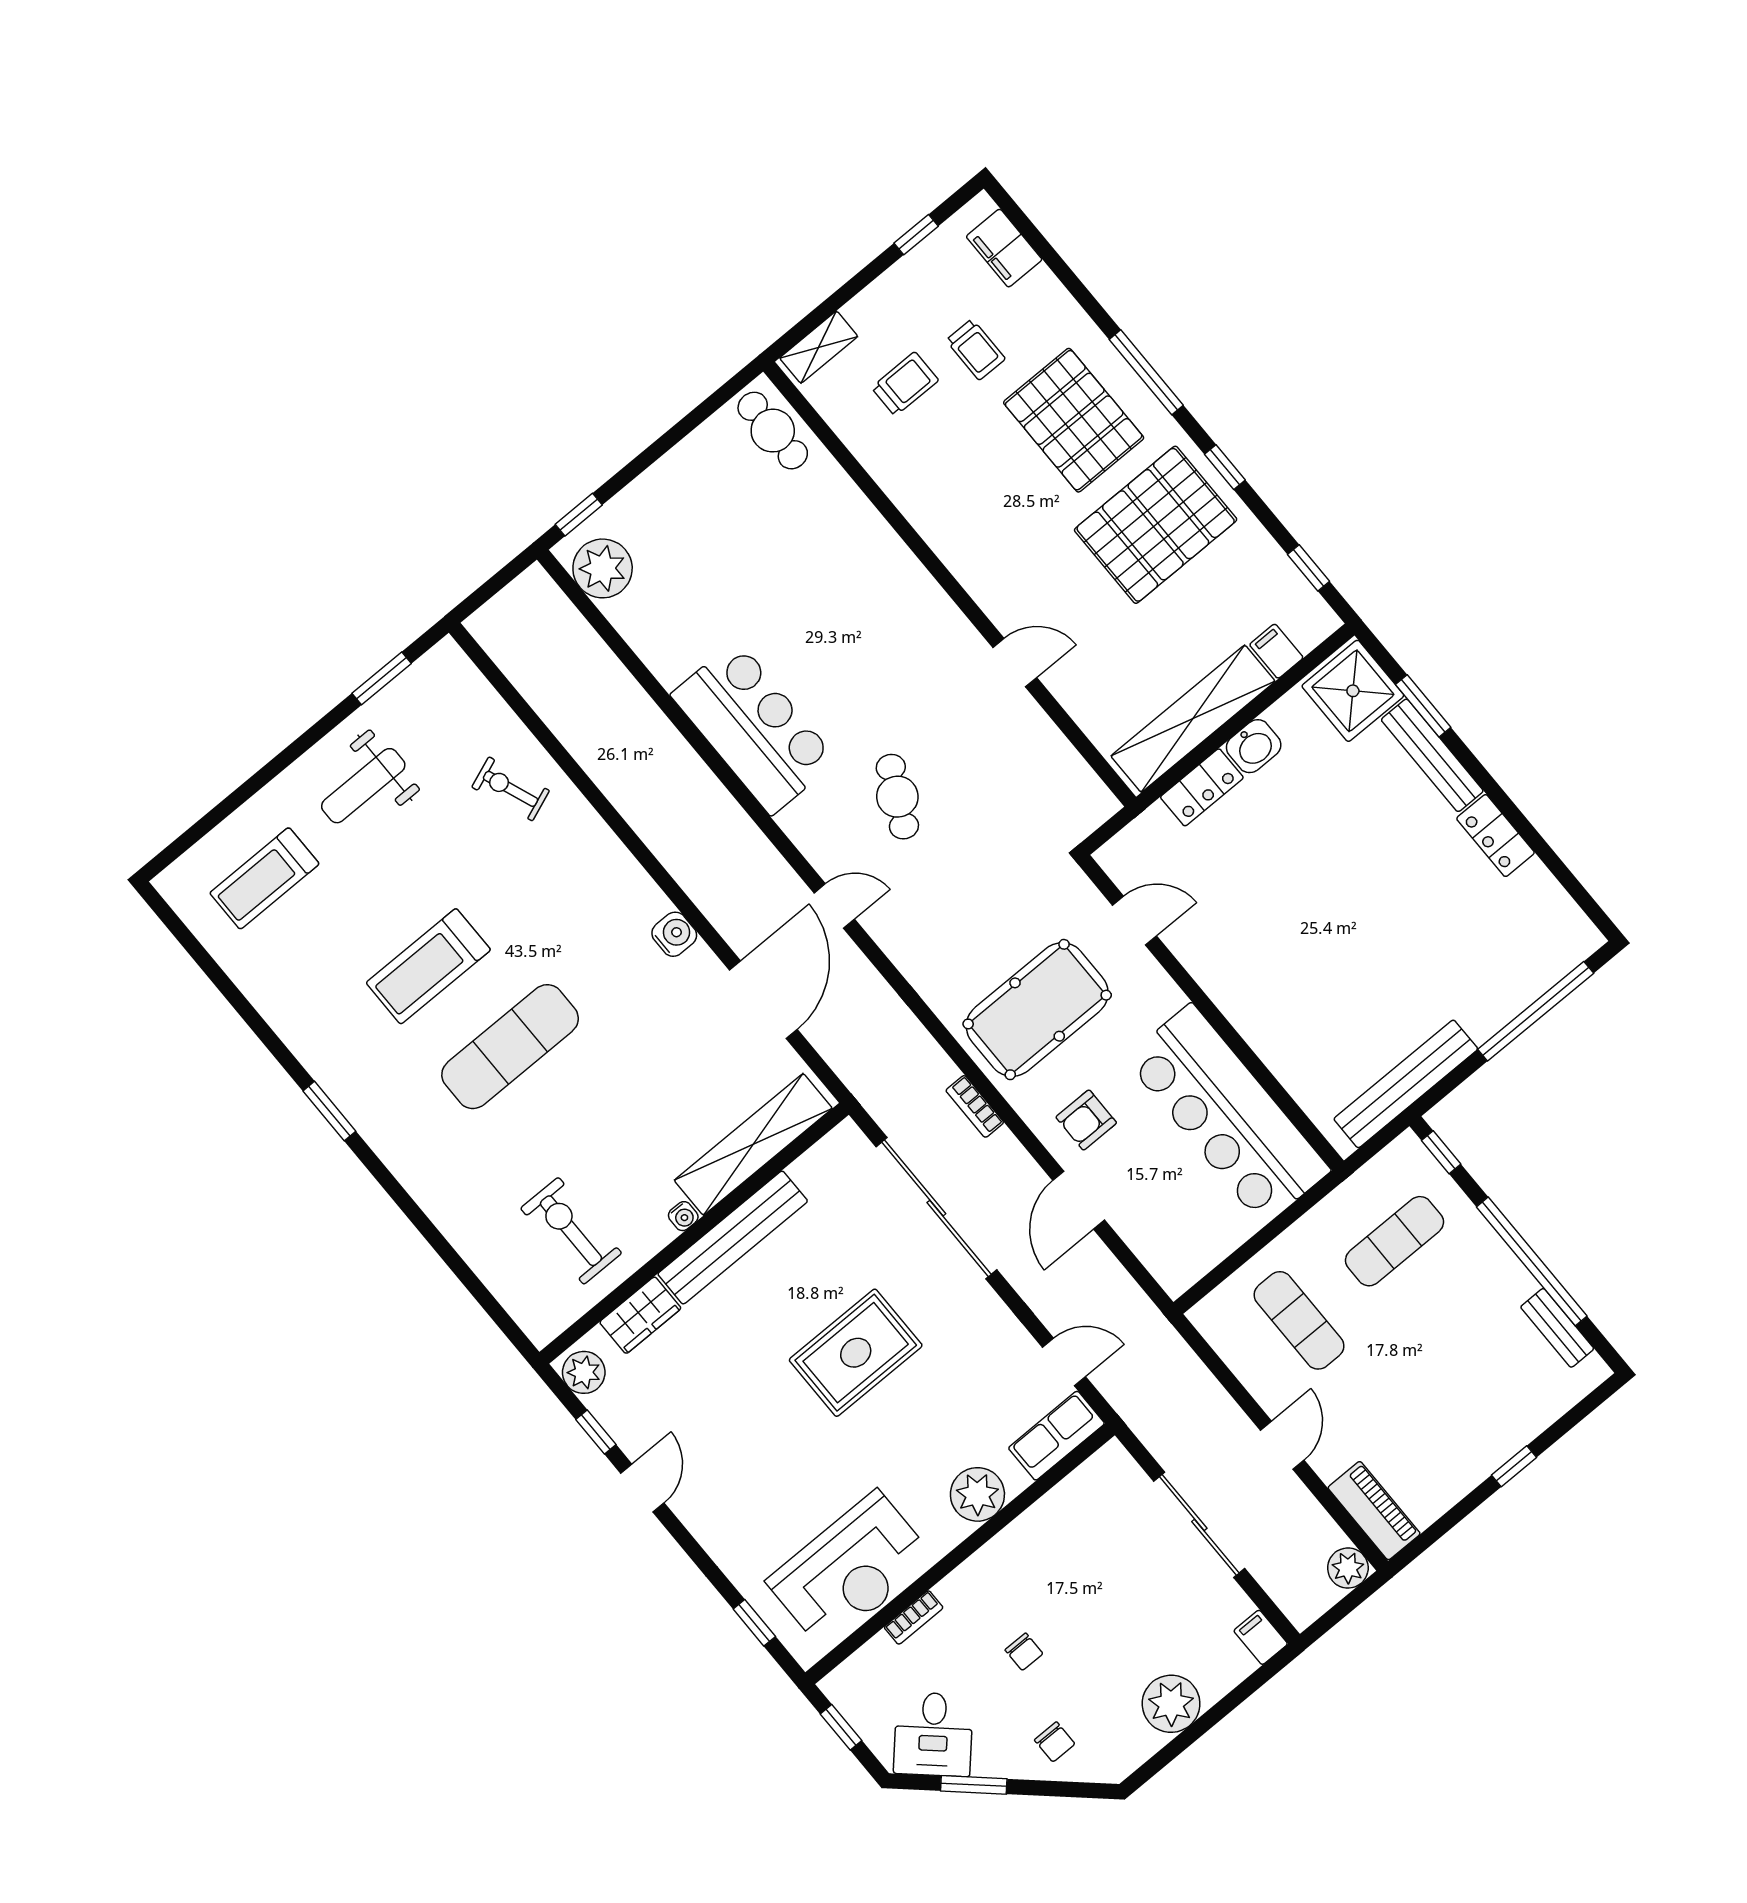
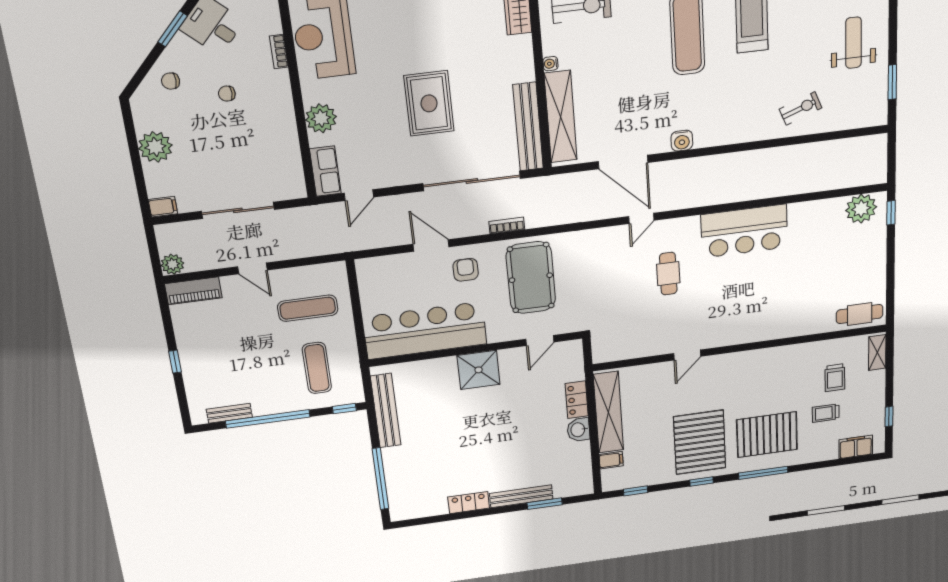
shower: (1353, 691) -> (479, 370), moved
cafe table: (897, 797) -> (668, 274), turned 63
bench: (733, 1238) -> (528, 127), moved

